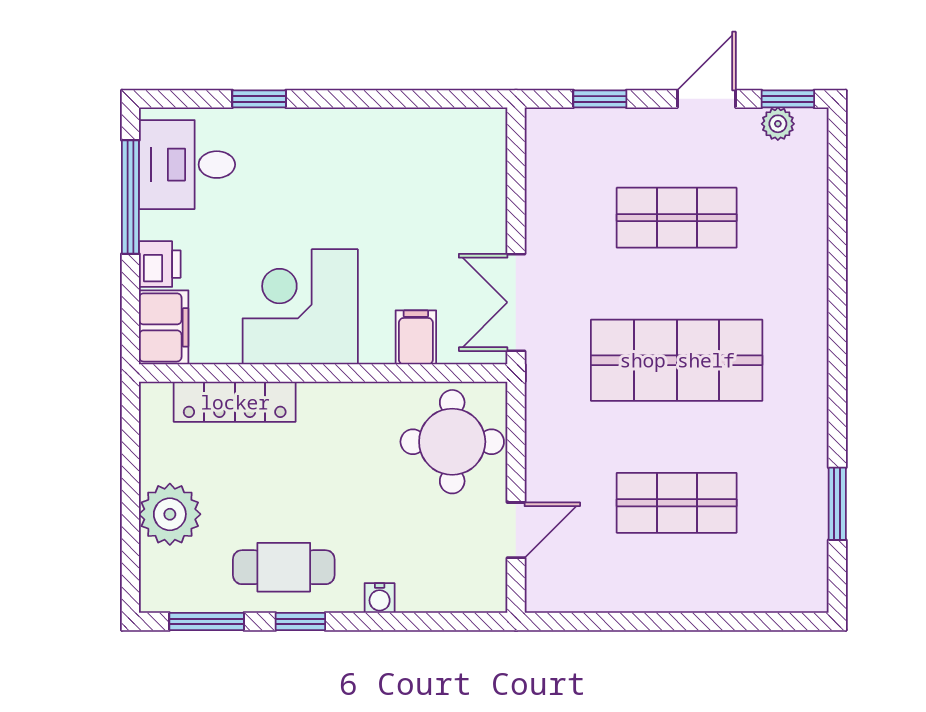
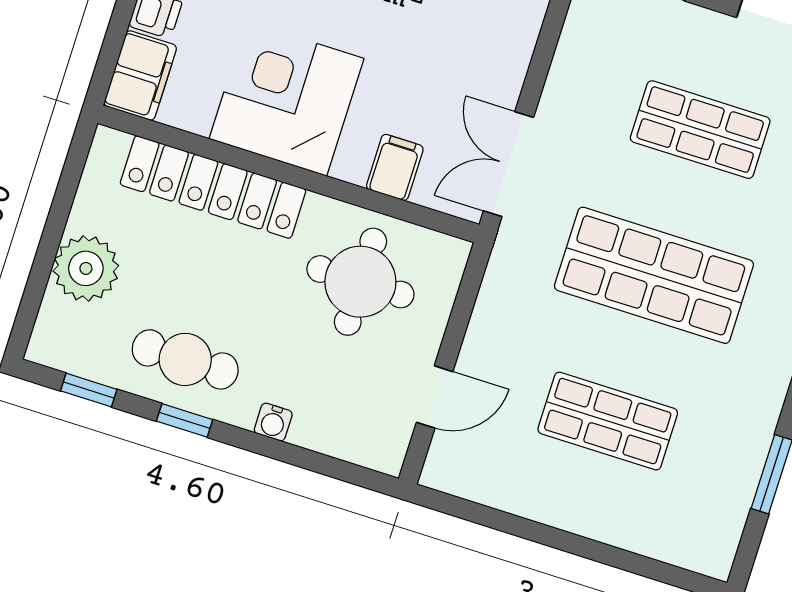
locker: (235, 402) -> (213, 187), width x1.41, depth x1.21
round table: (452, 442) -> (360, 282), moved
window: (207, 622) -> (89, 390), width x0.67

